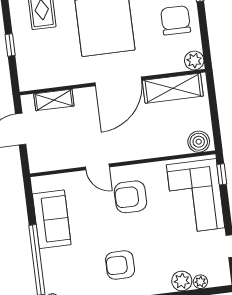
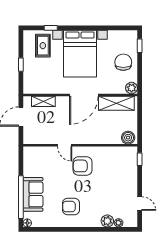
corner sofa: (196, 196) -> (122, 171), removed
sofa: (52, 219) -> (33, 194), moved

